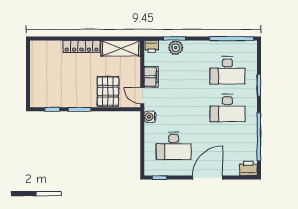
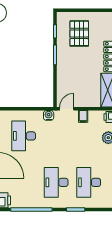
filing cabinet: (151, 77) -> (83, 116), width x0.50
pallet: (108, 91) -> (79, 33), moved, turned 90

